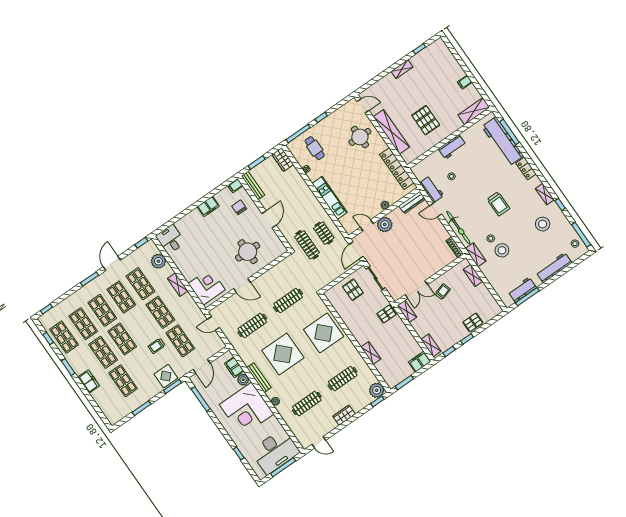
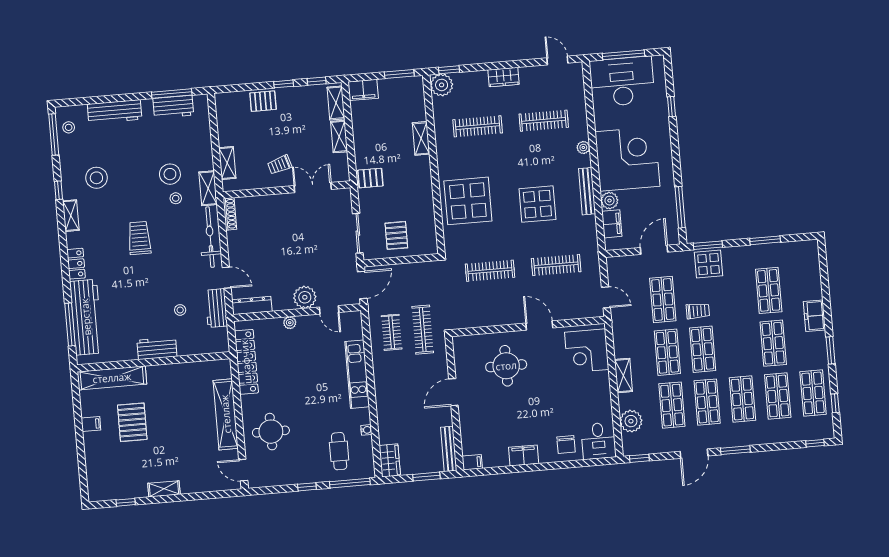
shelving: (474, 111) -> (112, 378), width x1.47
pallet: (426, 120) -> (132, 422), moved
chair: (239, 207) -> (566, 444), moved
shelving: (407, 311) -> (339, 137), moved
shop shelf: (122, 339) -> (703, 349), moved
display table: (283, 354) -> (537, 204), width x0.73, depth x0.73

